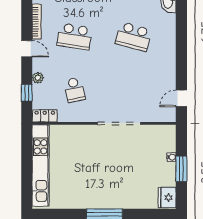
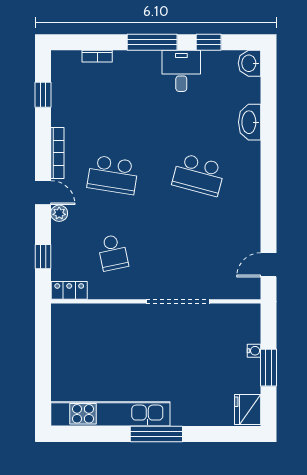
plant: (38, 78) -> (59, 213), moved
kitchen unit: (41, 166) -> (110, 414), moved, turned -90

